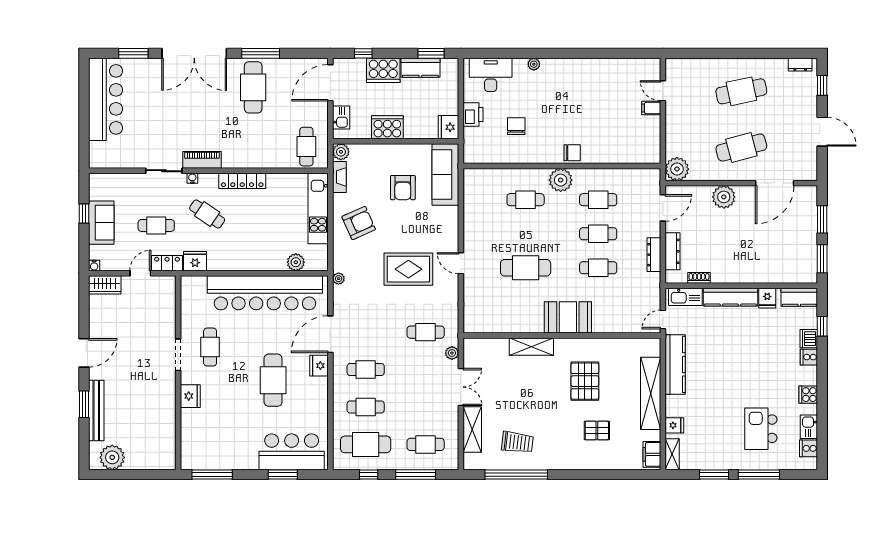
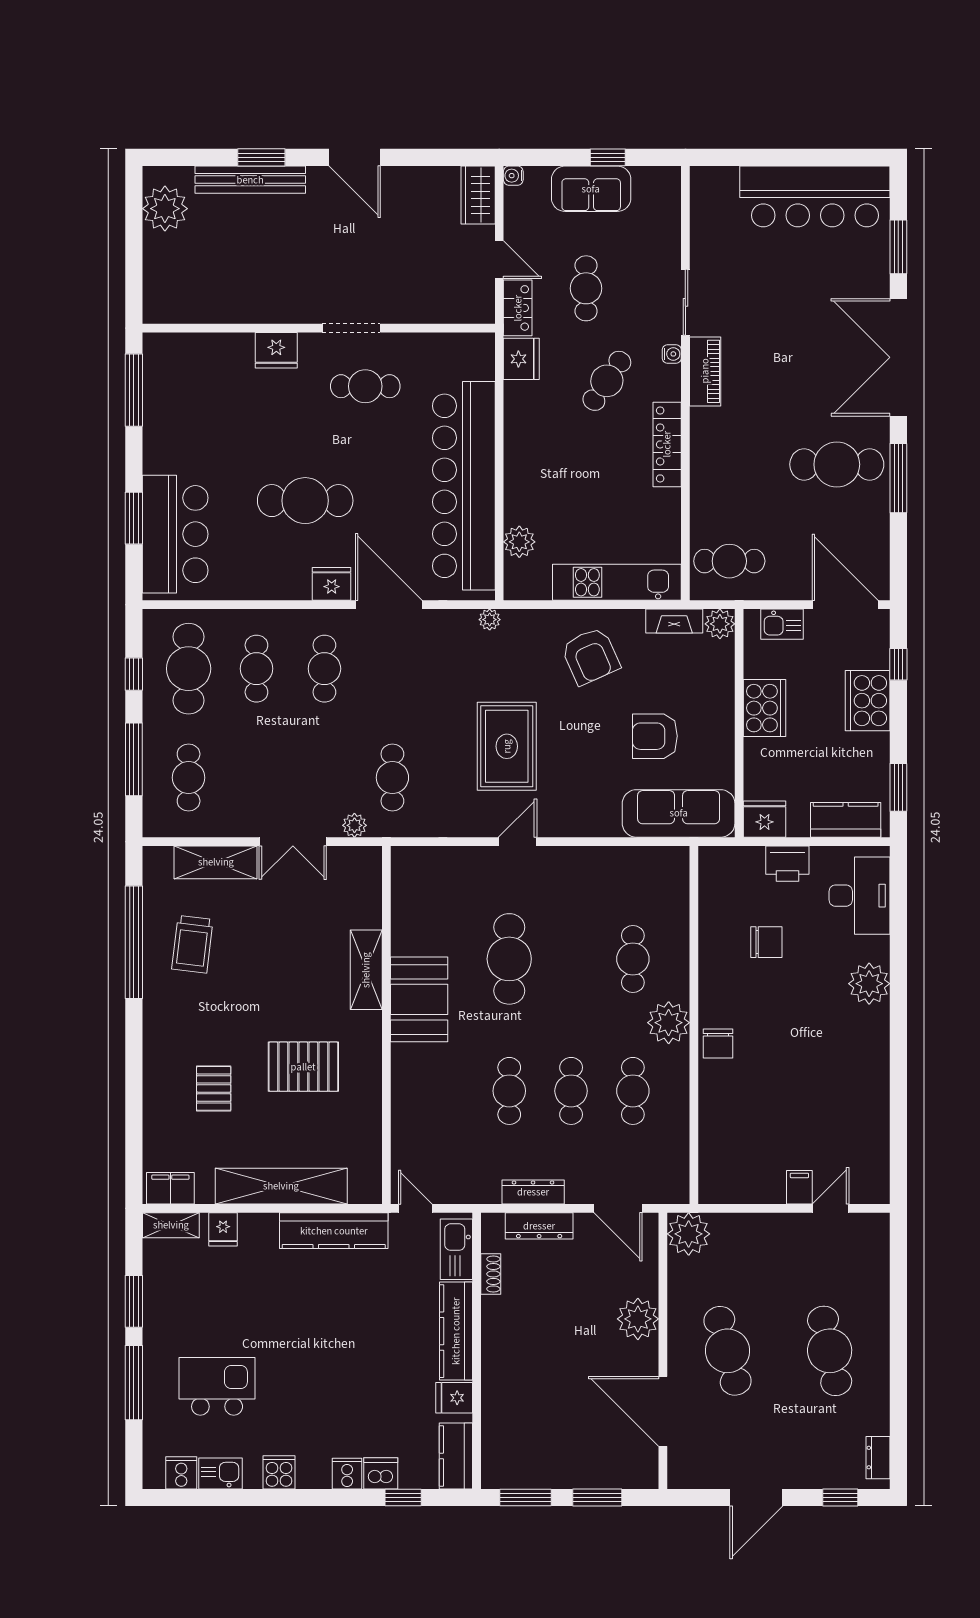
plant: (534, 64) -> (869, 984), width x1.87, depth x1.87
kitchen counter: (420, 68) -> (846, 820), moved, turned 90
booth: (568, 317) -> (419, 999), moved

